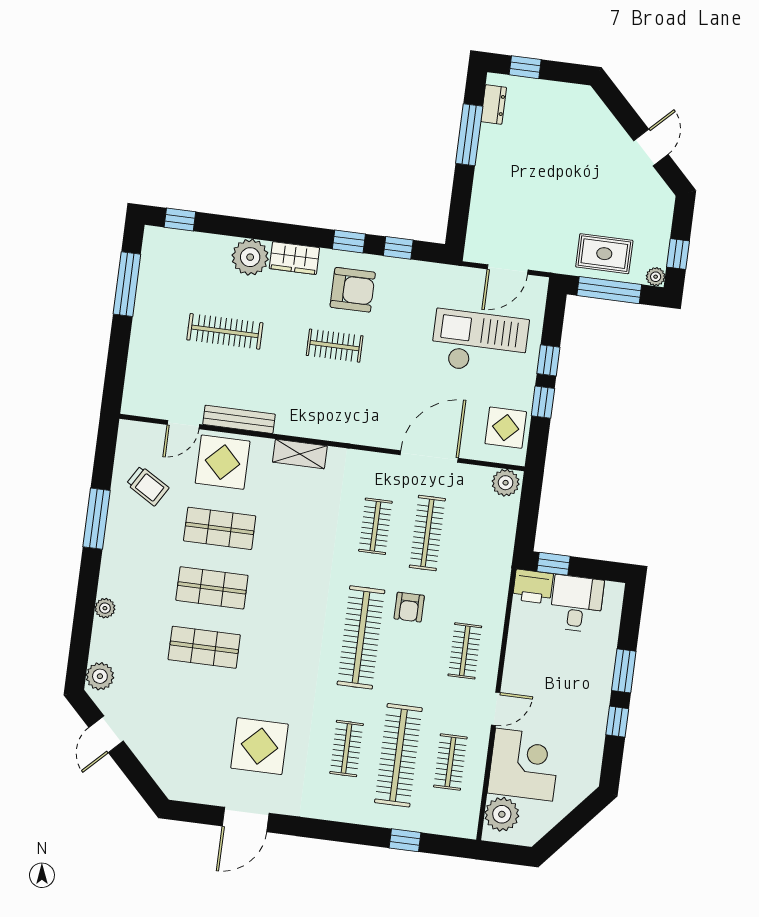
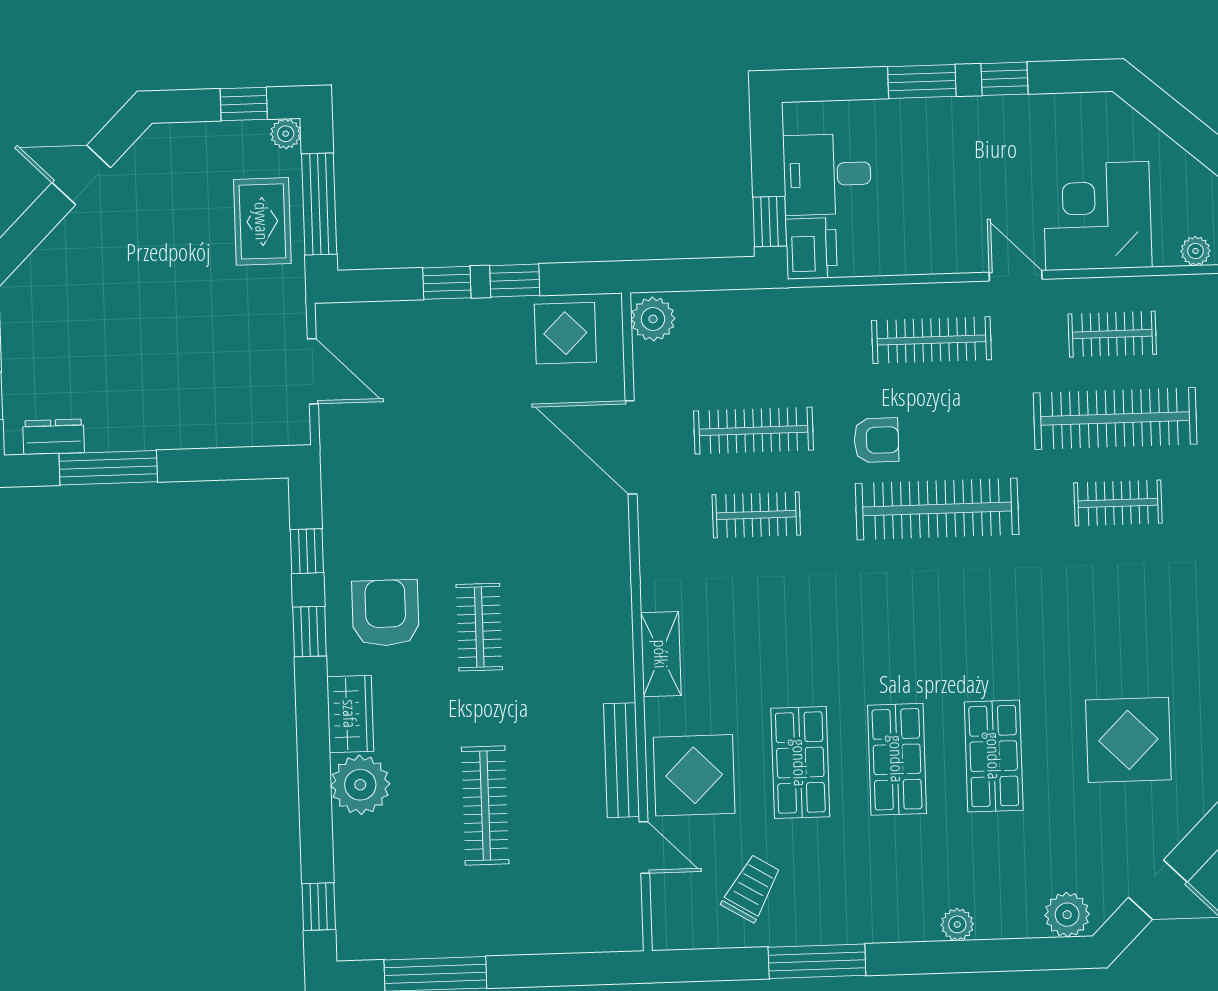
checkout: (480, 342) -> (436, 397), removed
clothes rail: (465, 651) -> (932, 340), width x1.36
display table: (259, 746) -> (1128, 740), moved
plant: (502, 814) -> (1196, 251), width x0.53, depth x0.53

